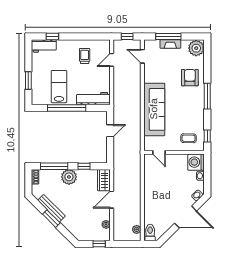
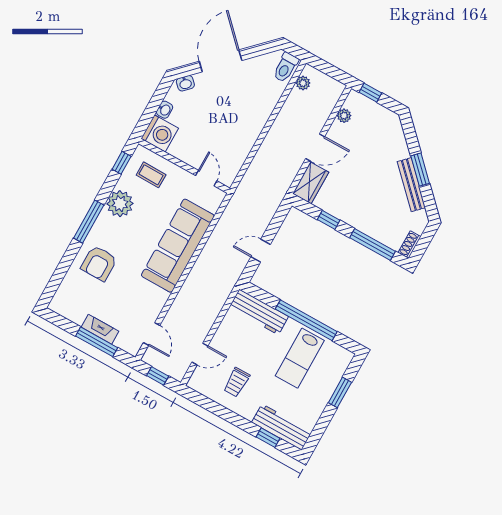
workbench: (44, 46) -> (282, 427), width x1.37
plant: (196, 48) -> (120, 204), moved
plant: (69, 177) -> (360, 216), removed
door: (185, 217) -> (221, 61), hinge flipped

